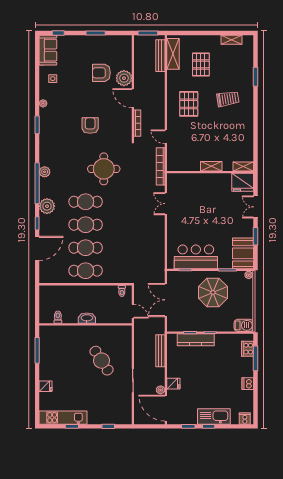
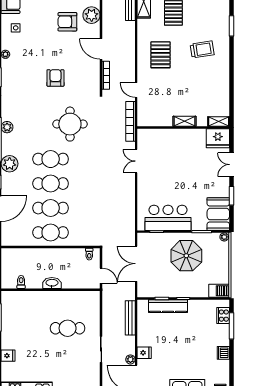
plant: (124, 78) -> (92, 15), moved
cafe table: (101, 361) -> (68, 328), turned -57

